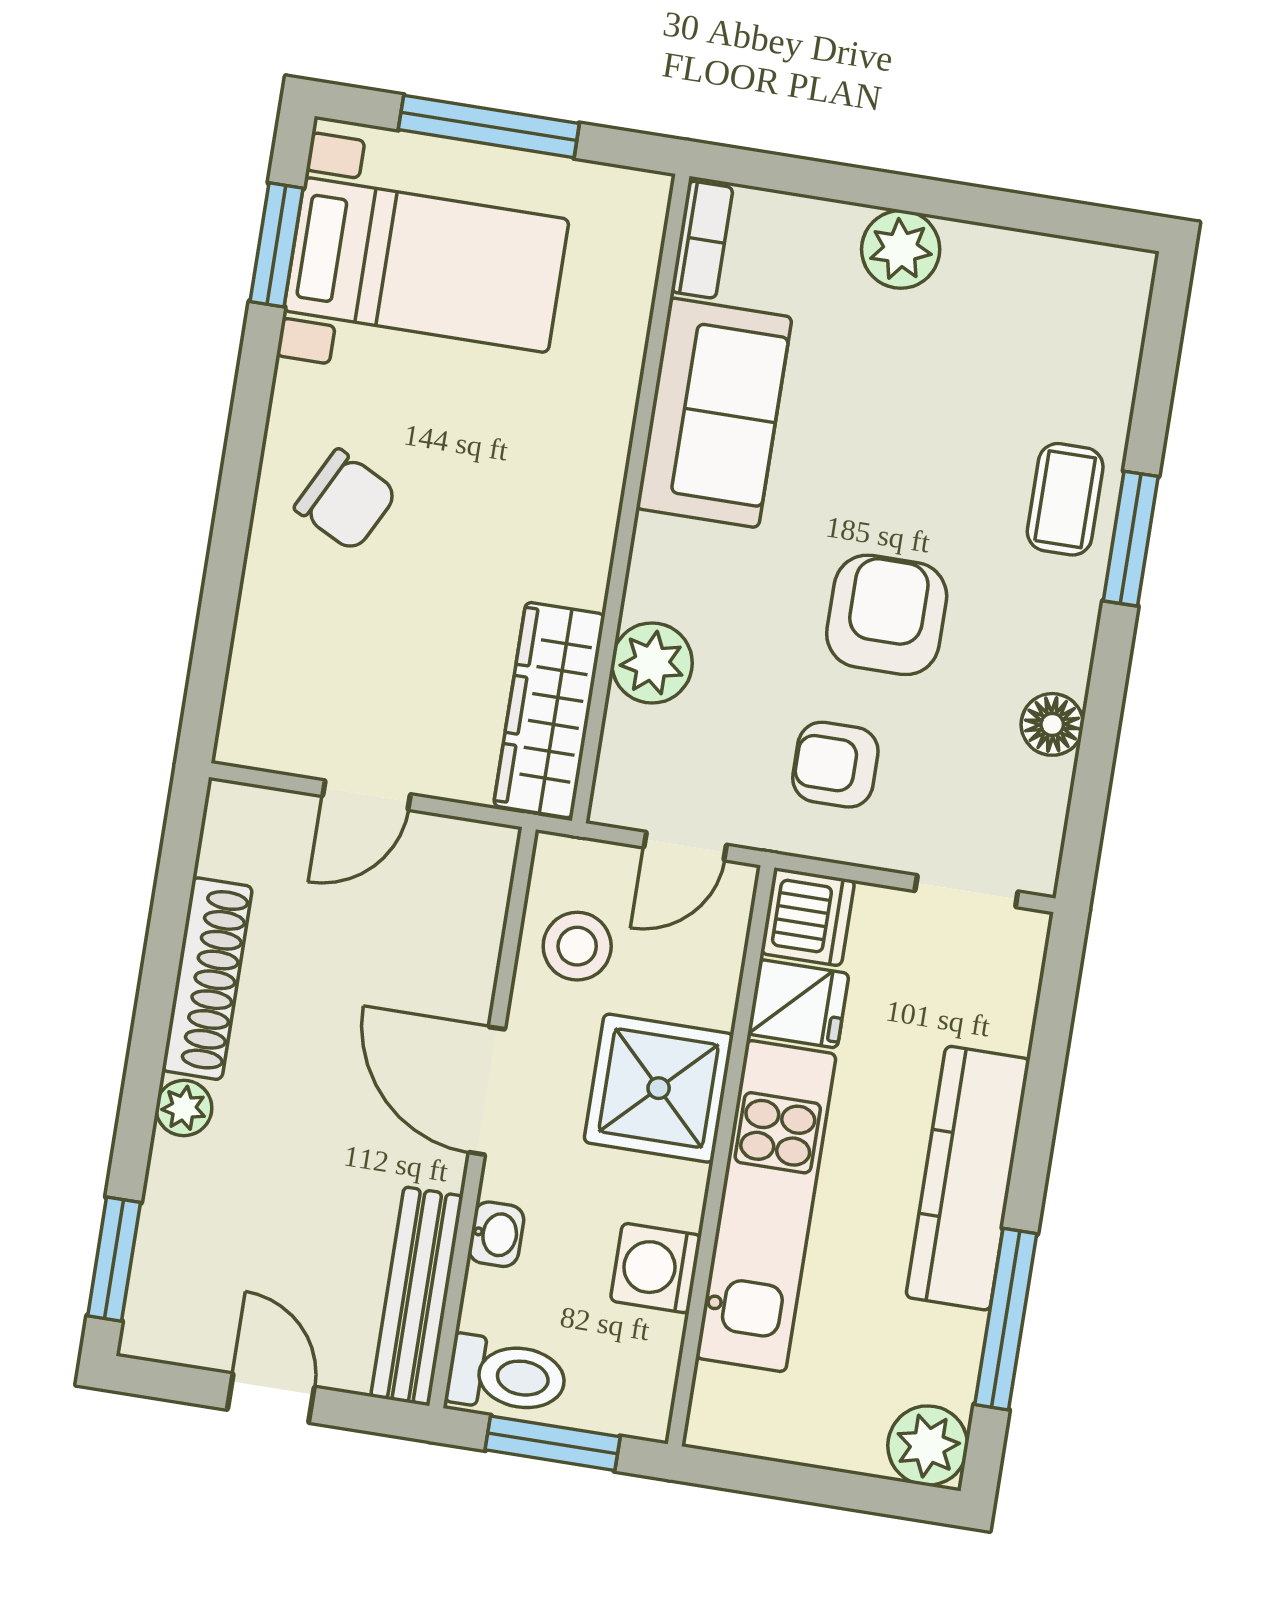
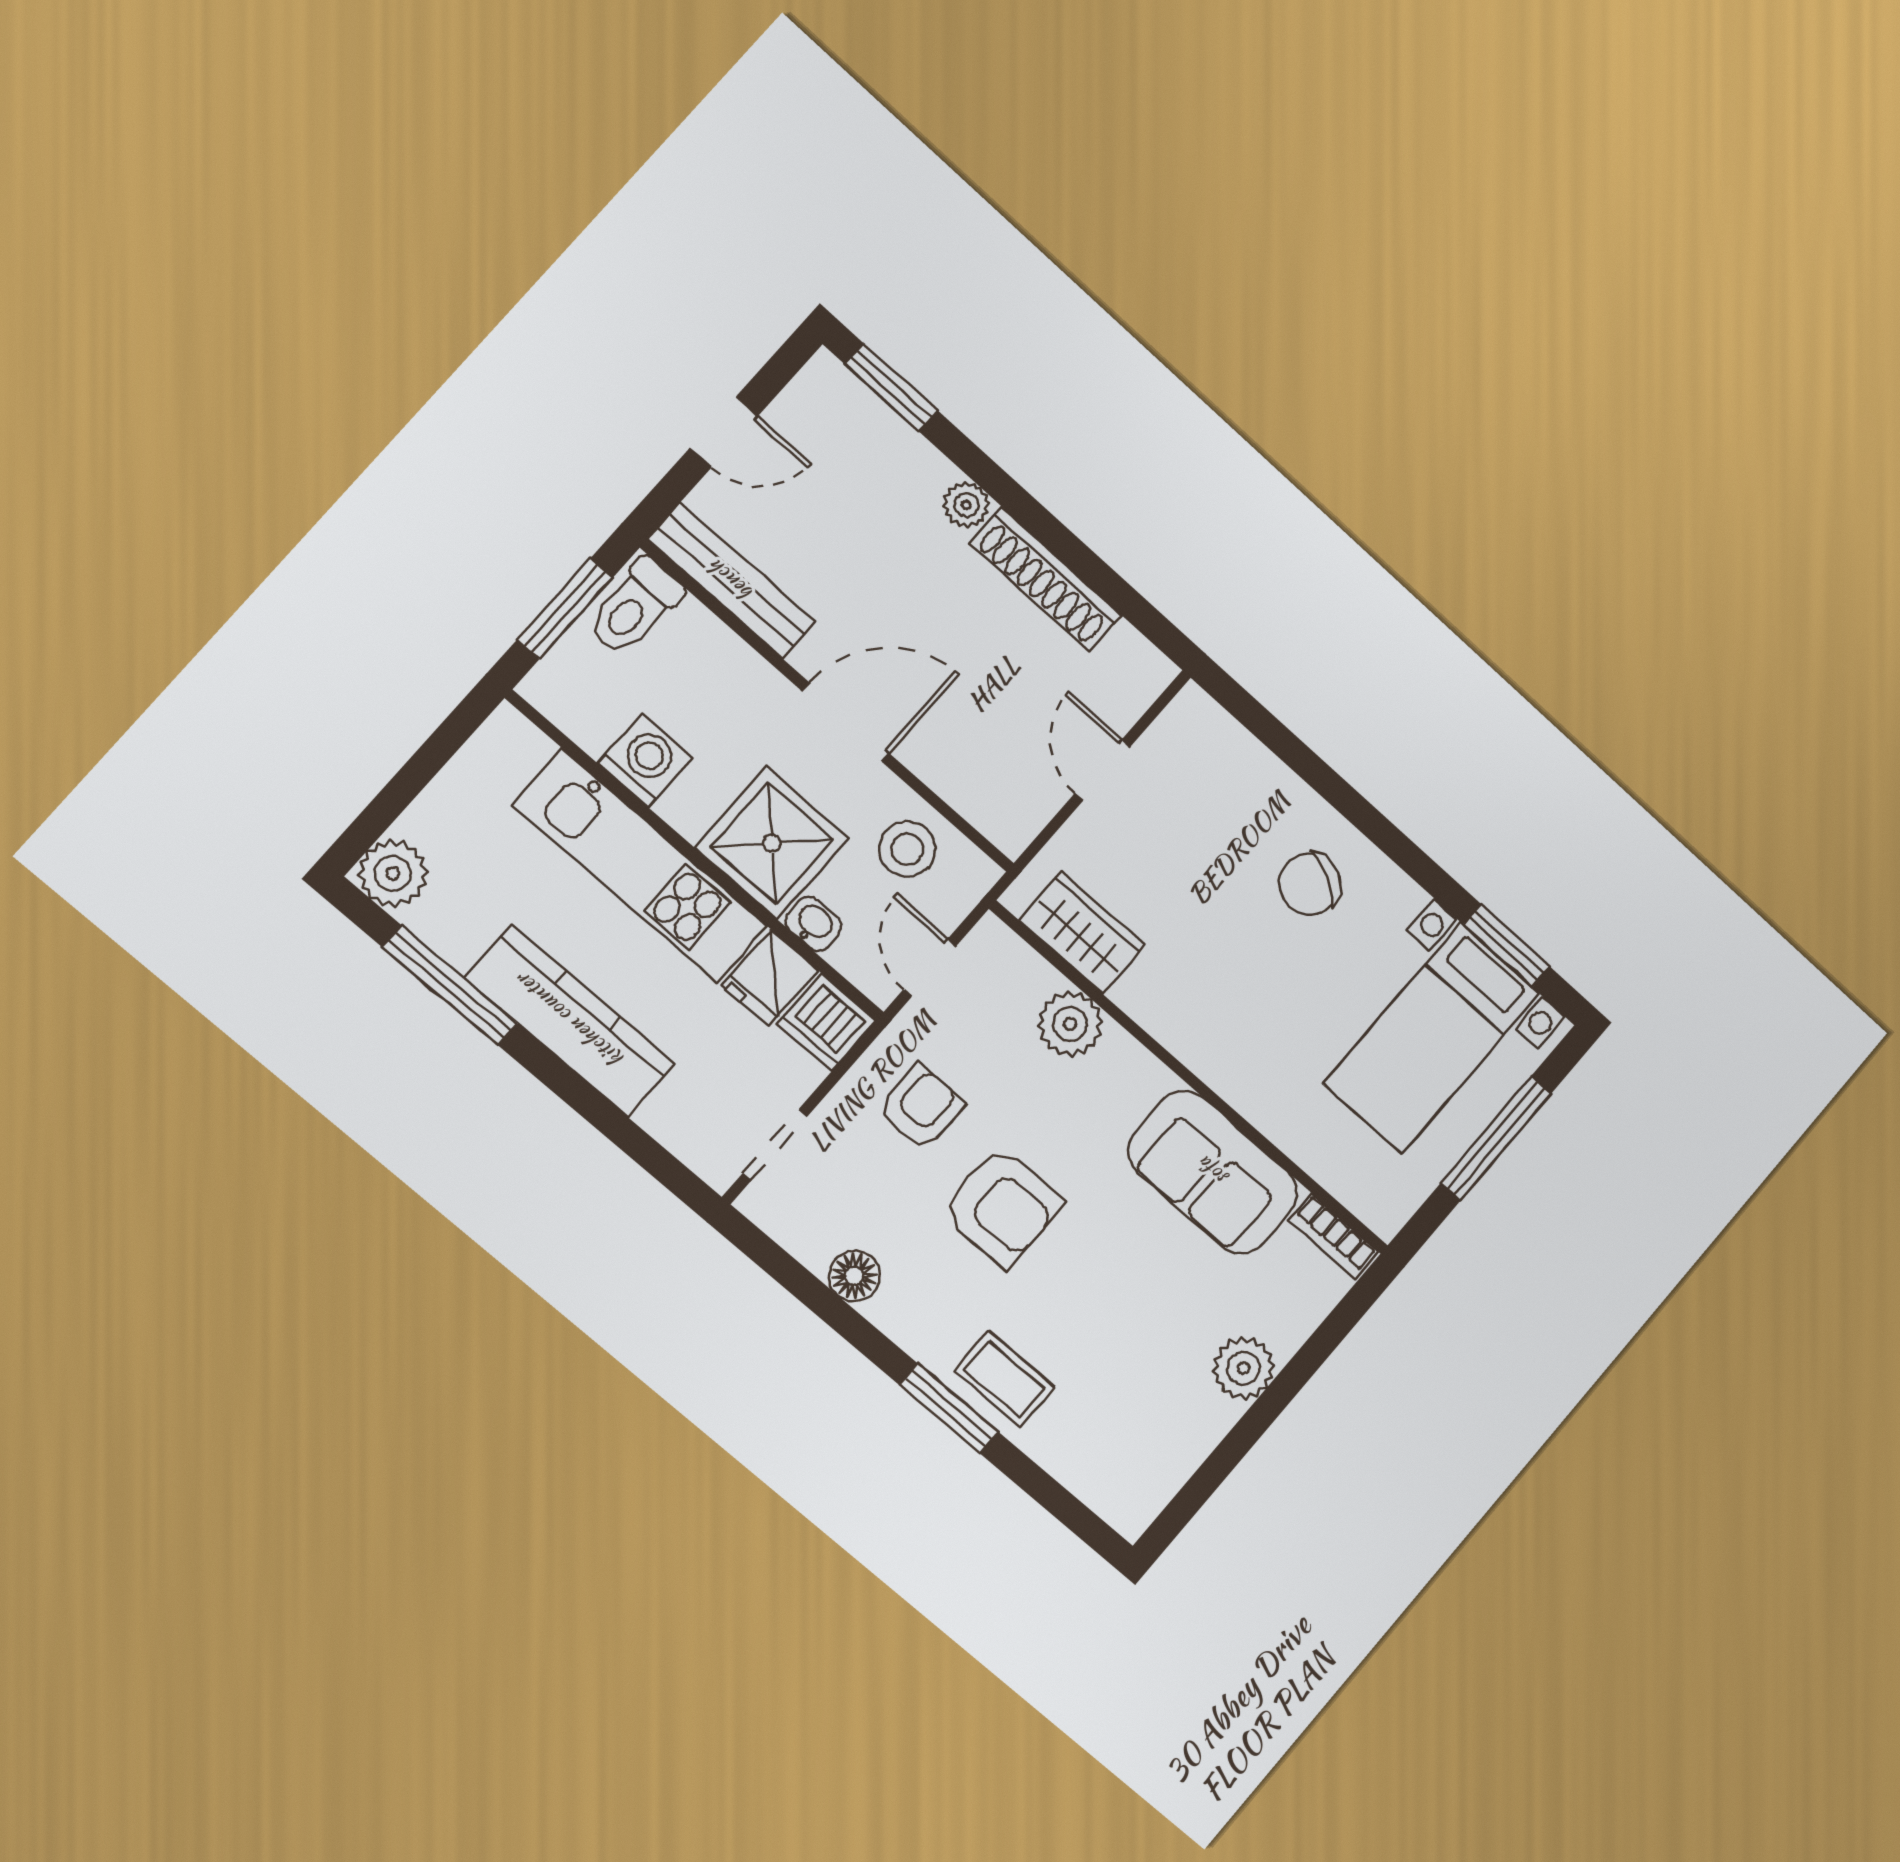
wardrobe: (549, 710) -> (1082, 933), width x0.67
washbasin: (496, 1234) -> (814, 924), moved, turned 180

